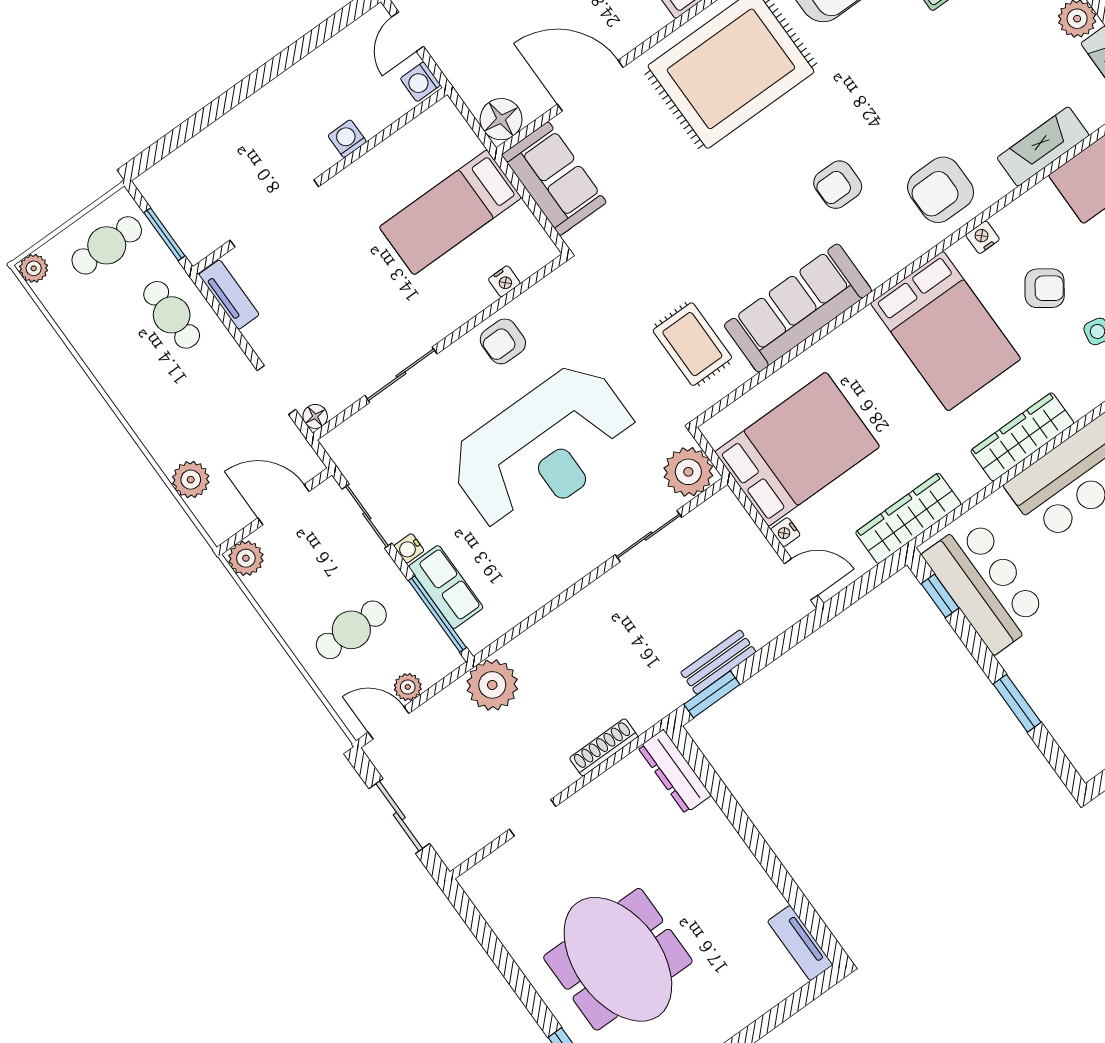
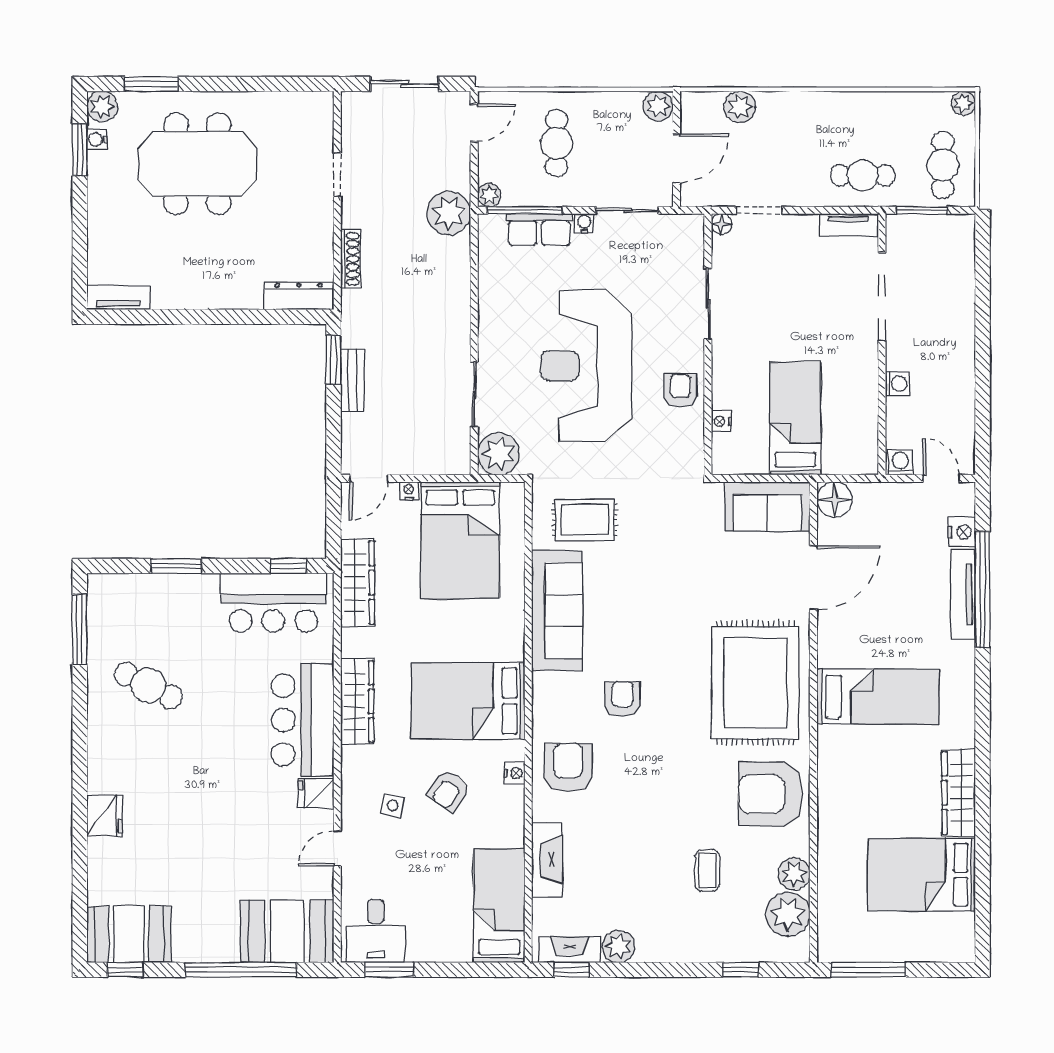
plant: (408, 687) -> (489, 195), moved

